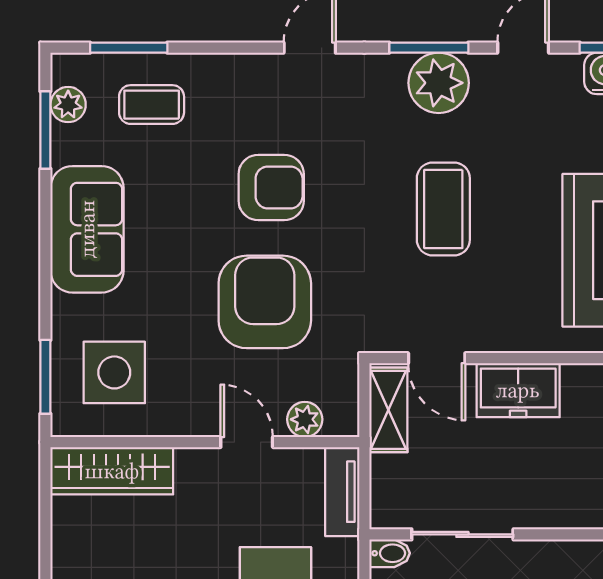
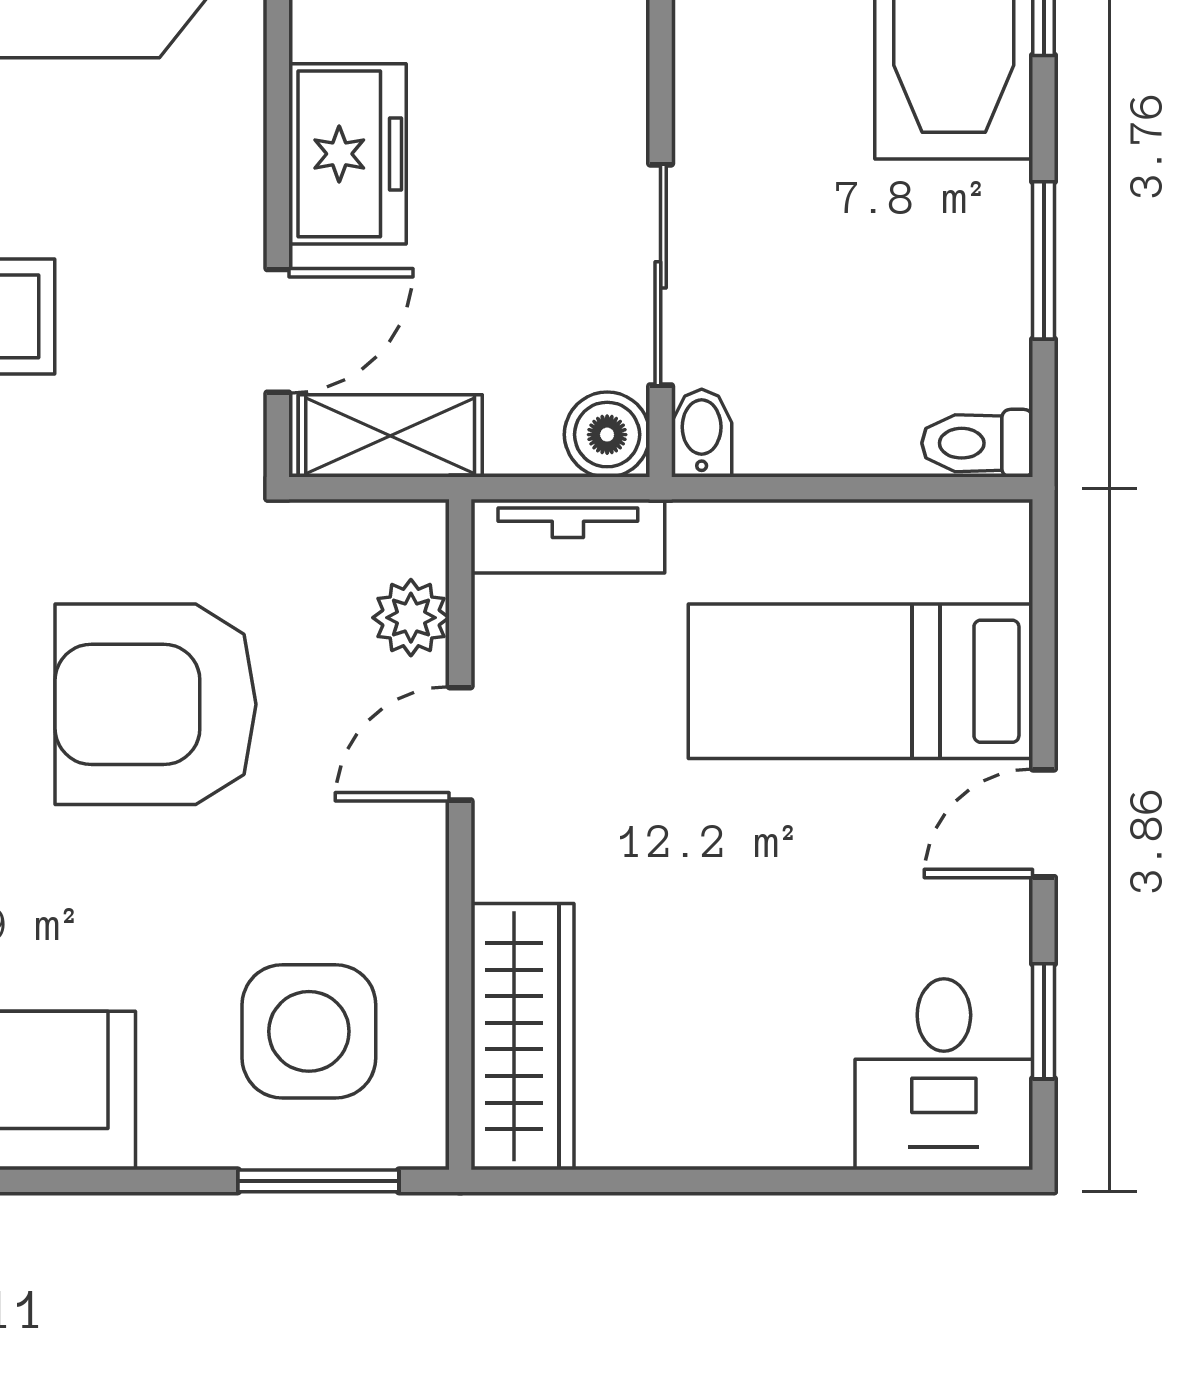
boiler: (389, 510) -> (607, 435), added

